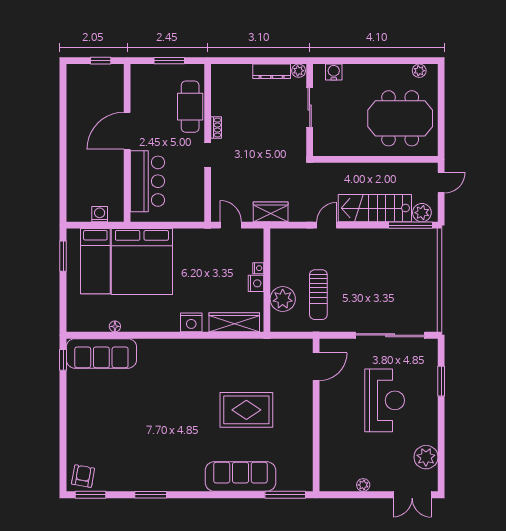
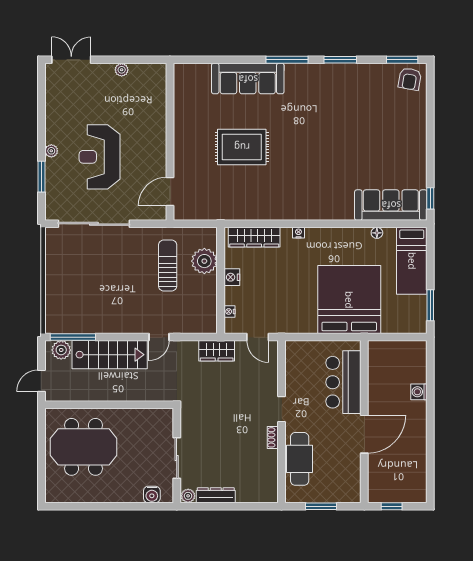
plant: (419, 71) -> (64, 496), removed
washing machine: (100, 214) -> (419, 392), moved, turned 90
bed: (95, 261) -> (412, 261), moved, turned 180
nightstand: (258, 268) -> (229, 311), moved
nightstand: (191, 322) -> (298, 233), width x0.53, depth x0.56
plant: (426, 457) -> (51, 151), moved, width x0.53, depth x0.53
window: (285, 495) -> (287, 60), moved

